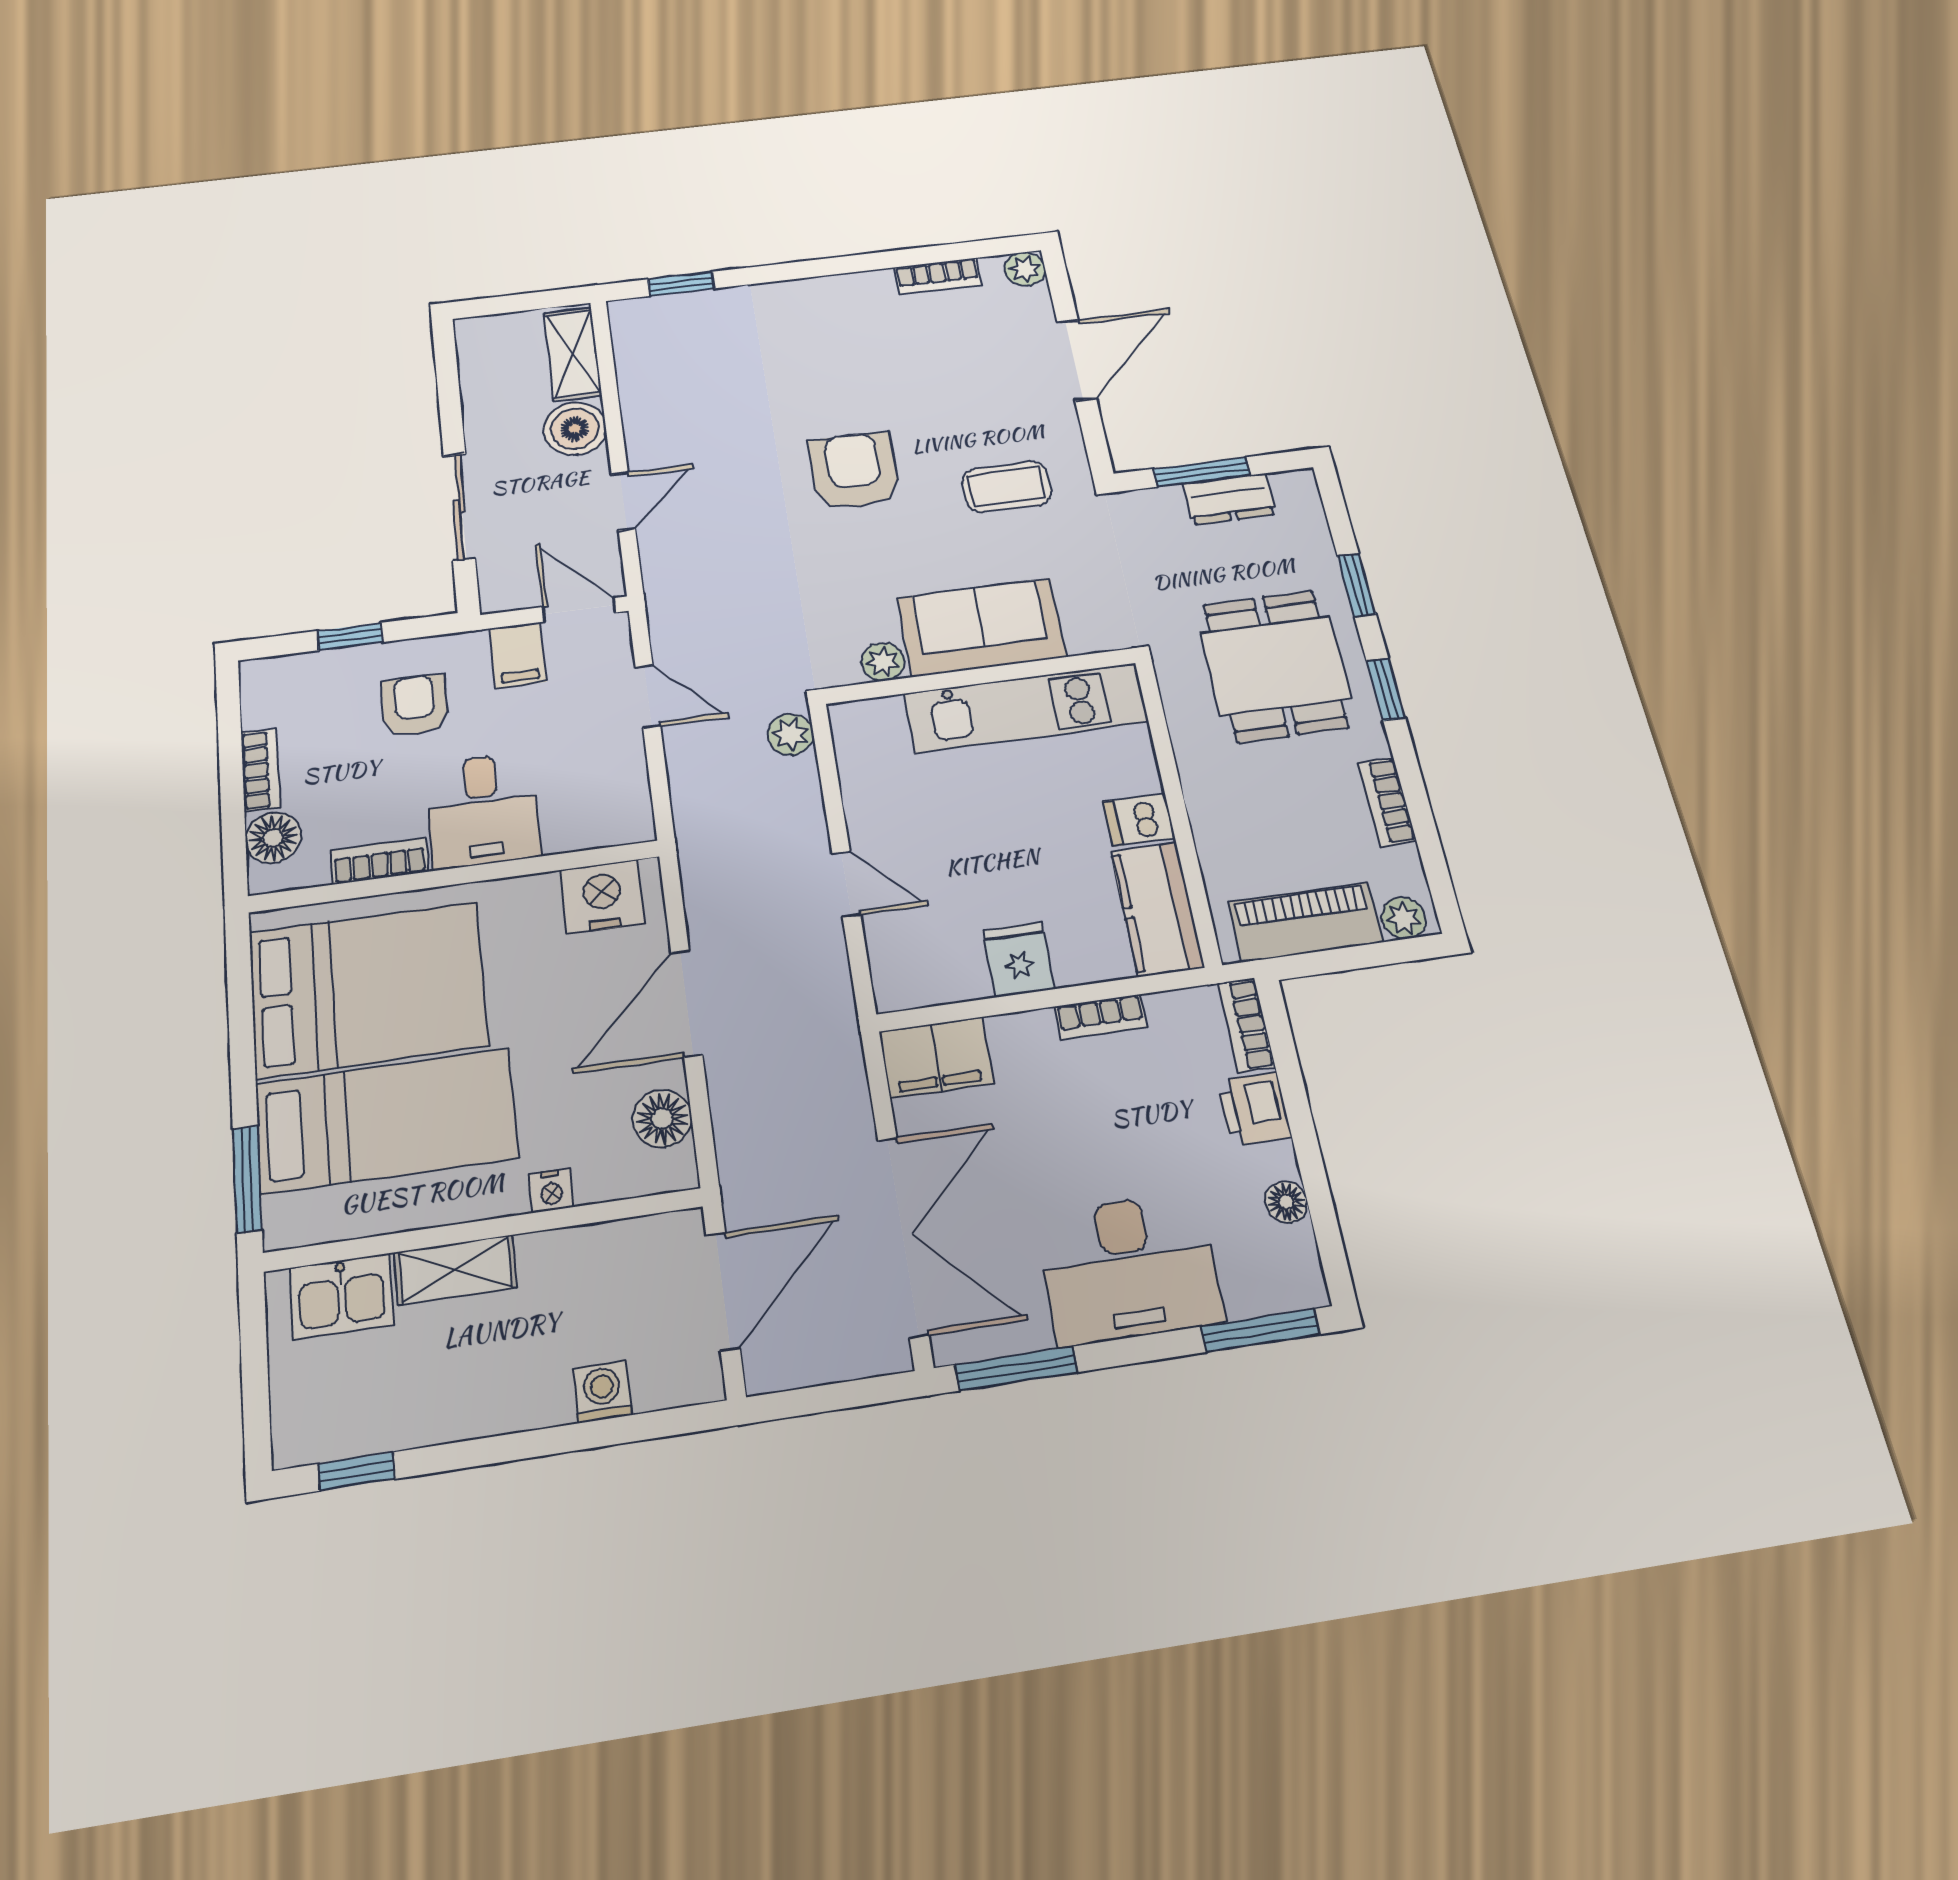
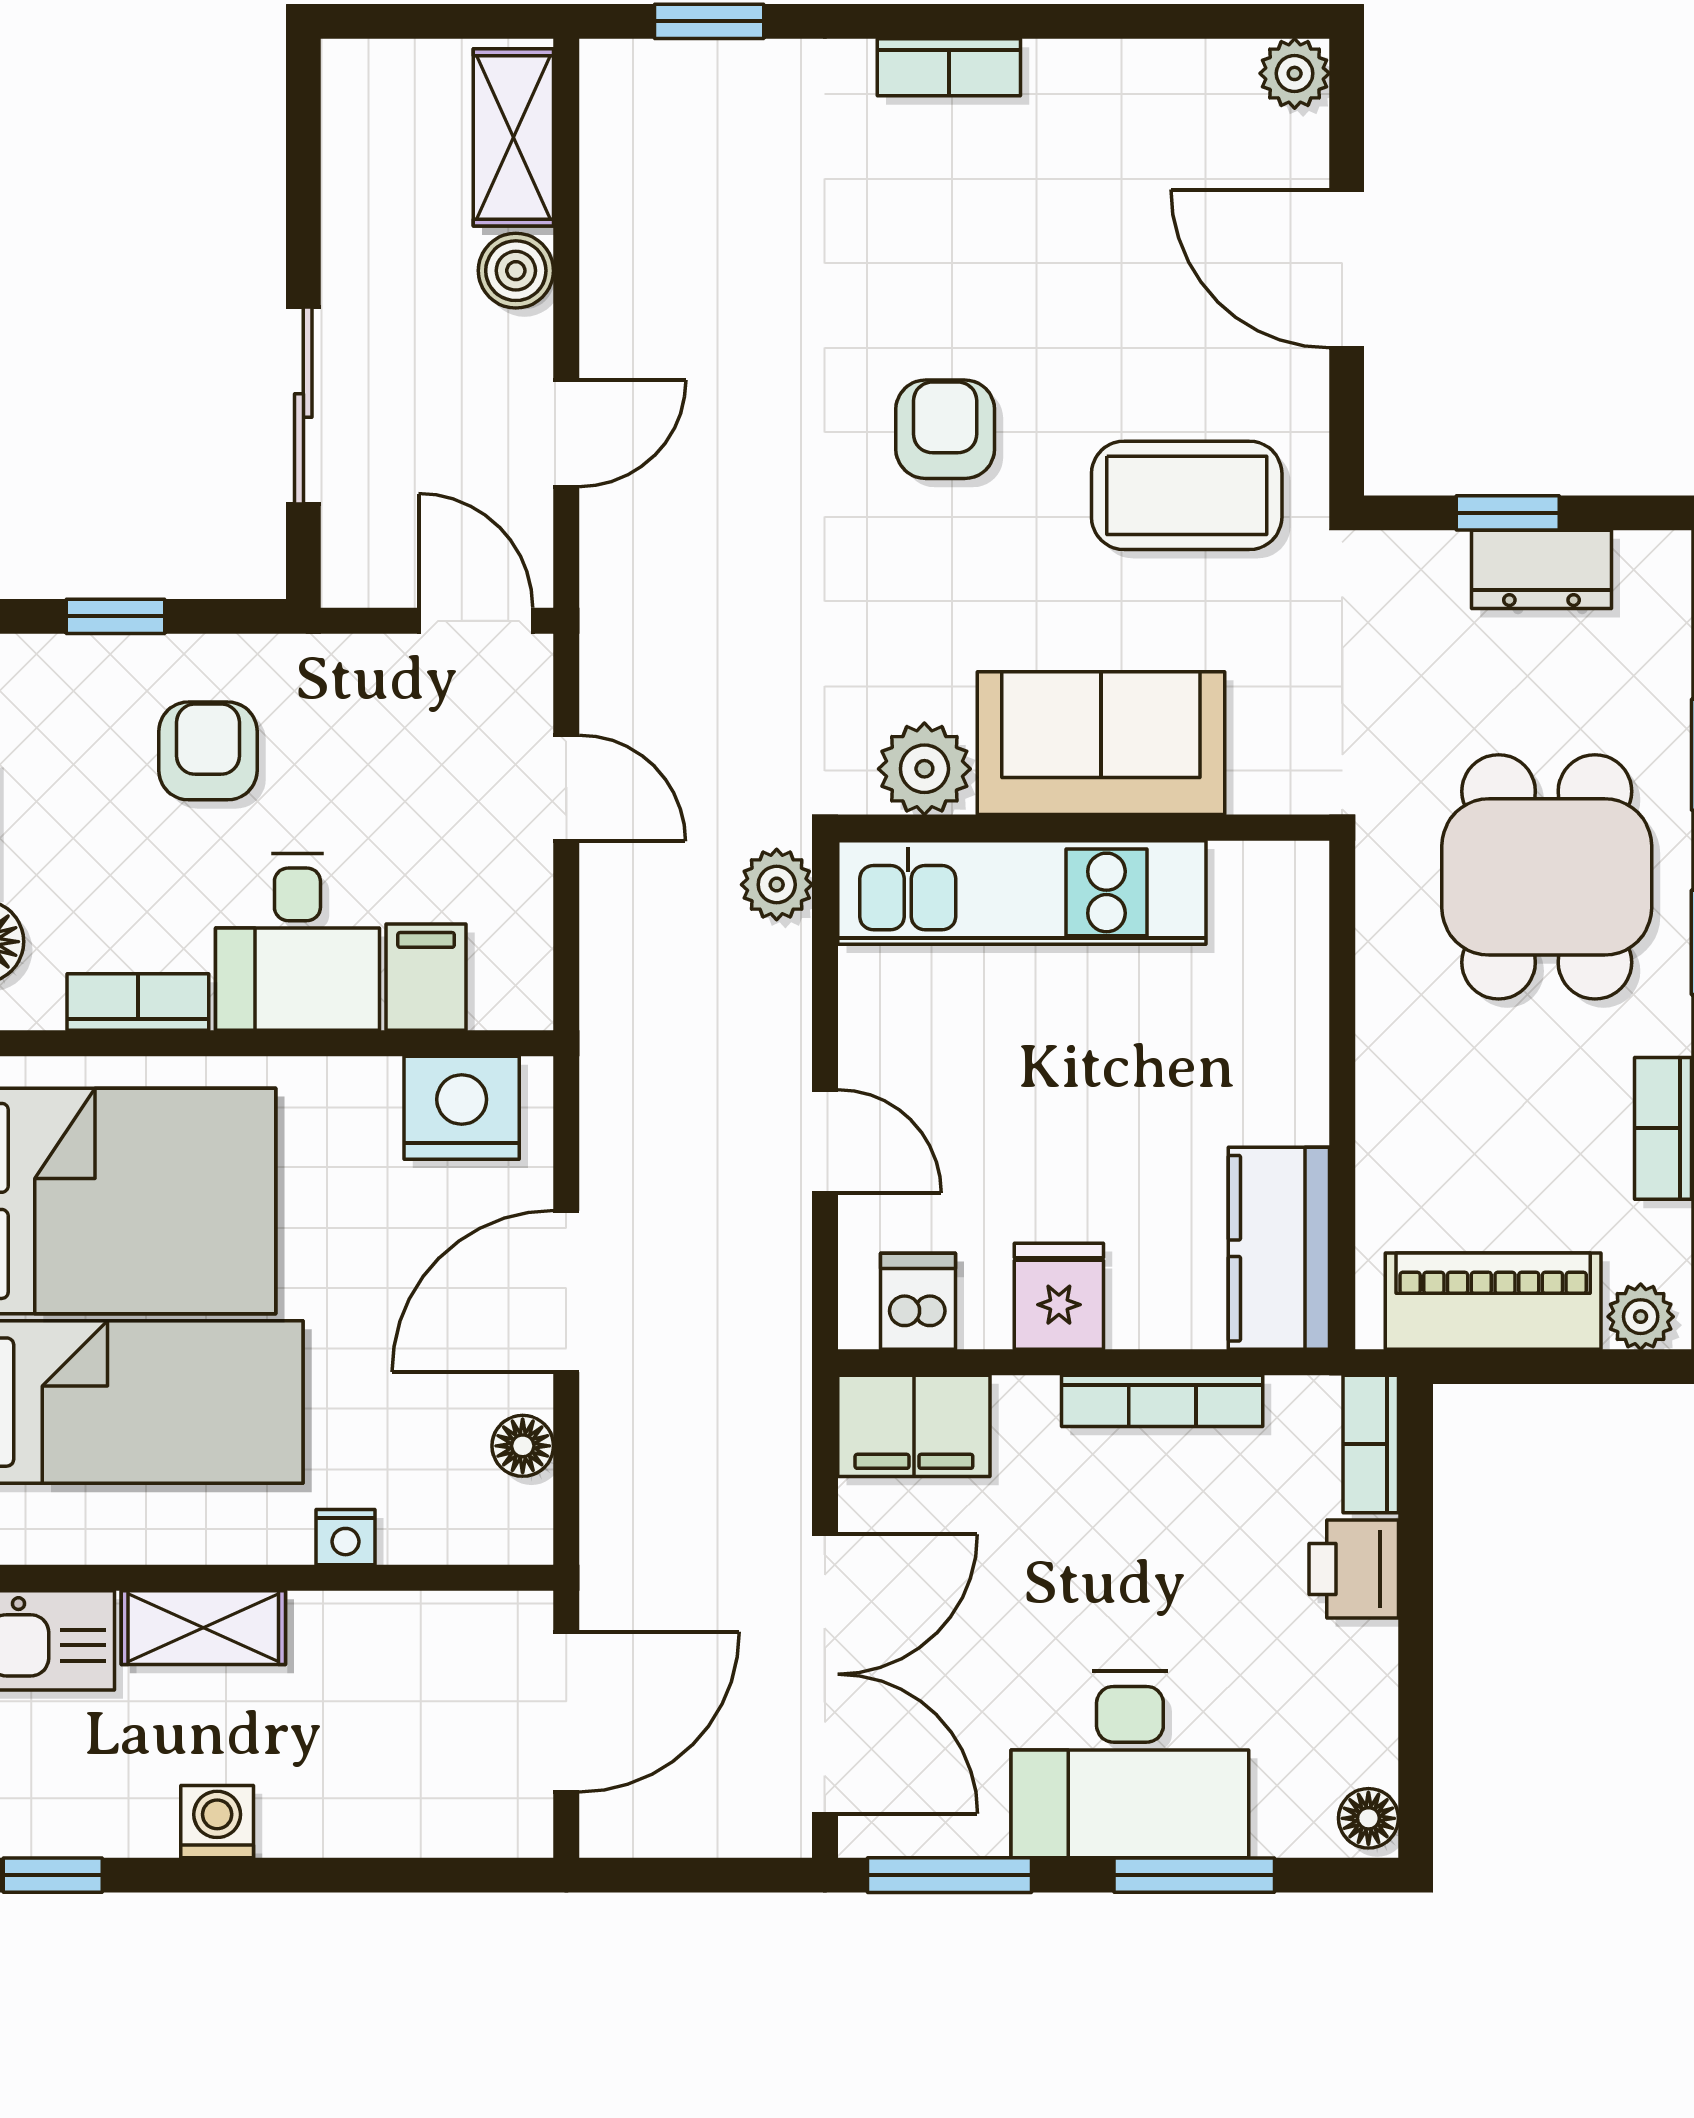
bookcase: (938, 276) -> (949, 67), moved
door: (1077, 360) -> (1347, 269), swing flipped
boiler: (575, 429) -> (516, 271), width x0.73, depth x0.73
armchair: (854, 471) -> (945, 429), width x0.72, depth x0.72
window: (1202, 472) -> (1508, 513), width x0.67
coffee table: (1007, 487) -> (1187, 495), width x1.36, depth x1.30
filing cabinet: (518, 655) -> (426, 977), moved, turned 180
plant: (883, 662) -> (924, 769), width x1.38, depth x1.38
kitchen unit: (1026, 708) -> (1022, 892), moved
dishwasher: (1139, 820) -> (918, 1301), moved, turned 90
bookcase: (1101, 1017) -> (1162, 1401), width x1.56
floor lamp: (662, 1119) -> (523, 1446), width x0.73, depth x0.73
floor lamp: (1286, 1202) -> (1368, 1818), moved
window: (1260, 1330) -> (1194, 1875), moved
washing machine: (602, 1392) -> (217, 1822), moved

